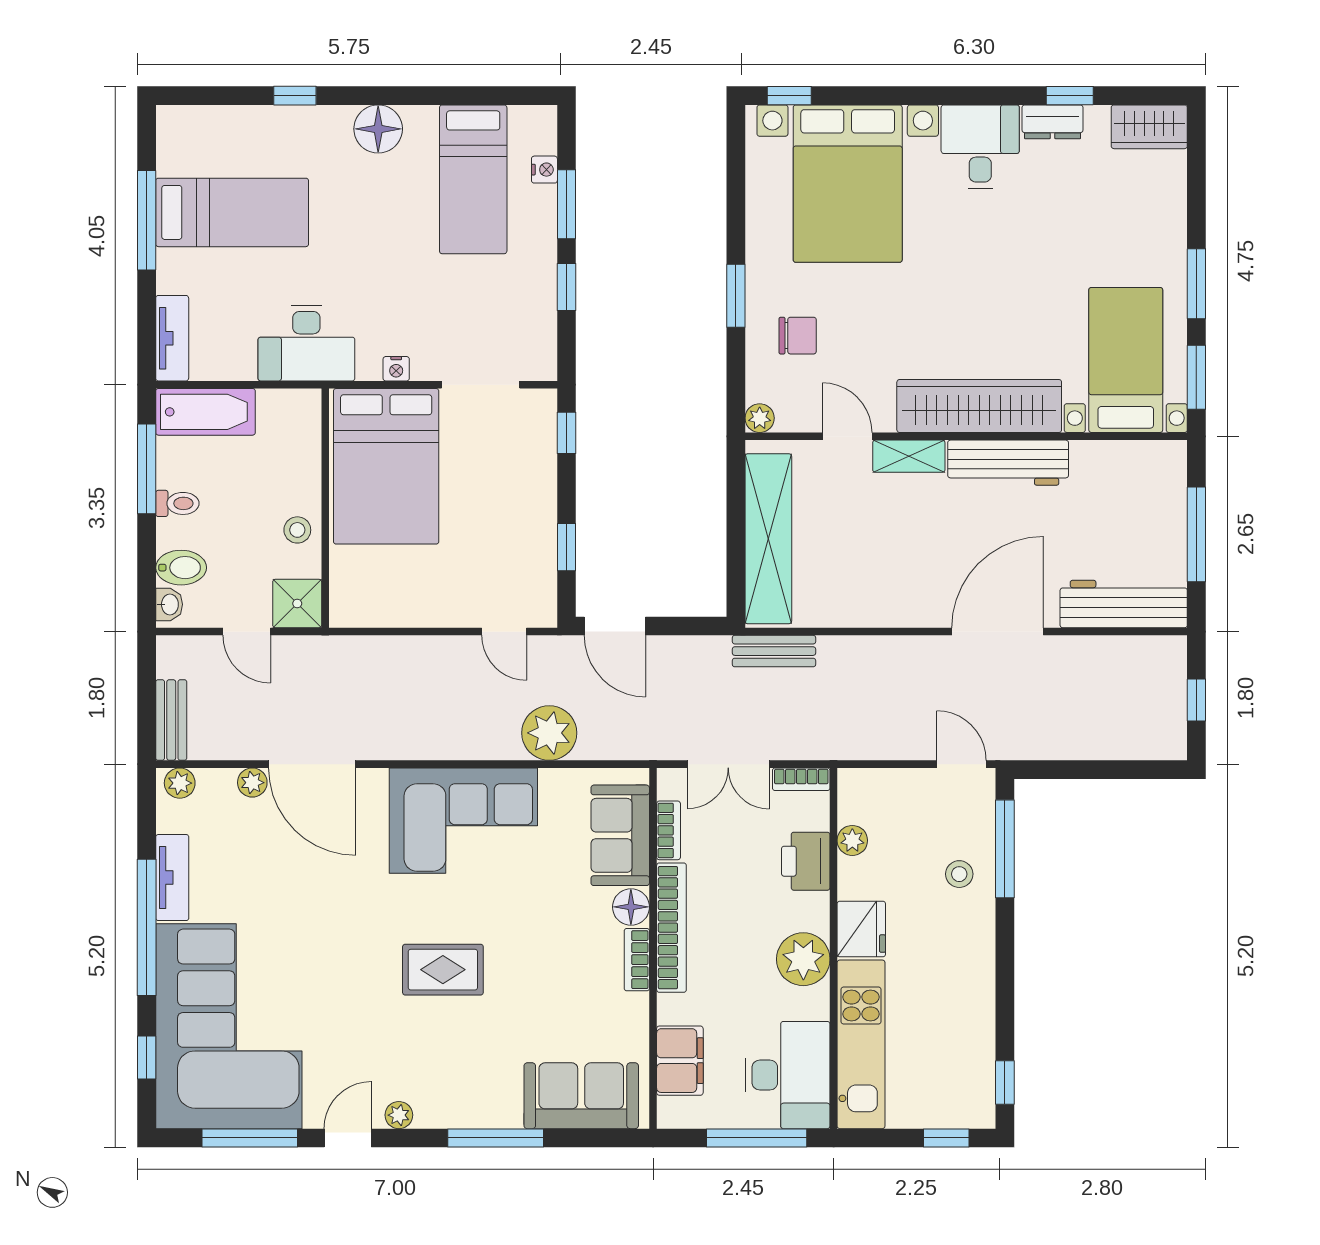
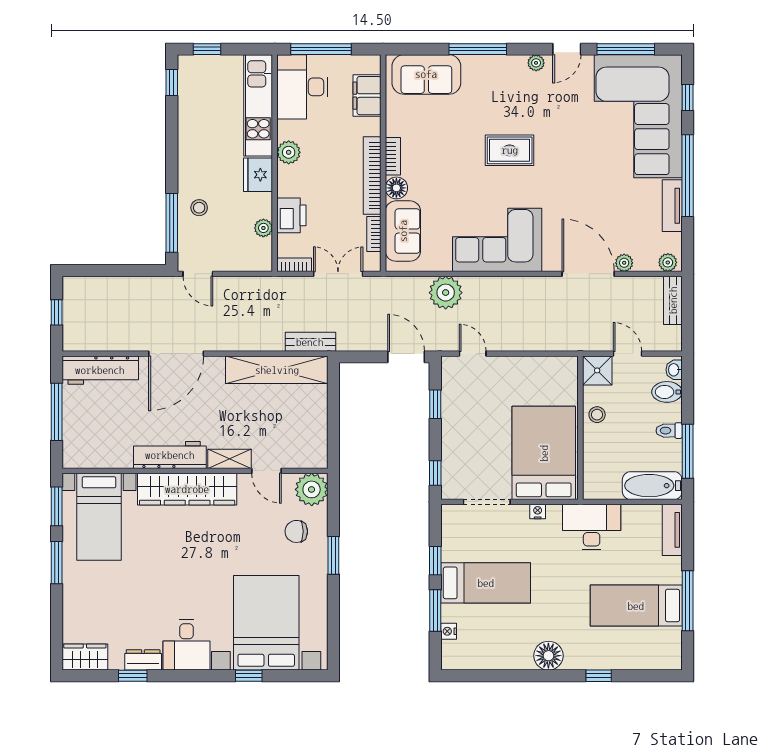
window: (789, 96) -> (249, 676), moved
bed: (473, 179) -> (486, 583), moved, turned 90
plant: (760, 418) -> (312, 489), width x1.88, depth x1.88
shelving: (768, 539) -> (277, 370), moved, turned 90
plant: (803, 959) -> (289, 152), width x0.73, depth x0.73

